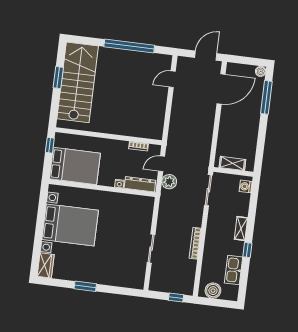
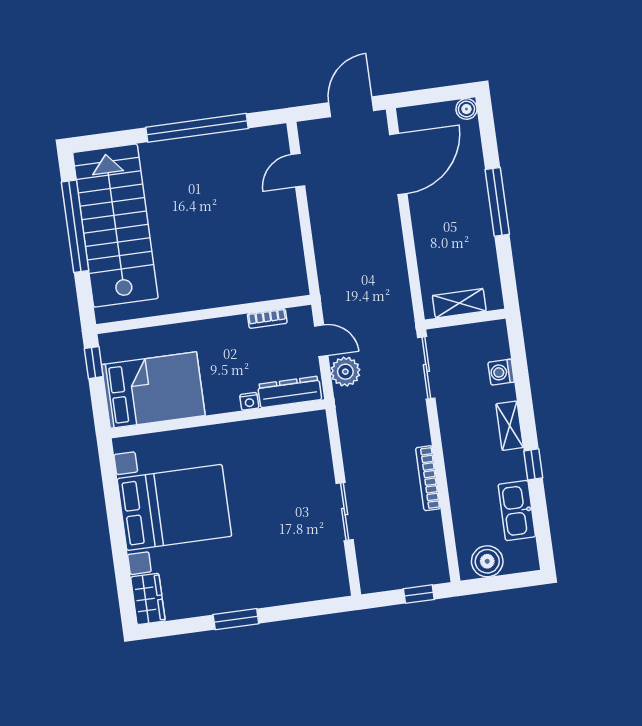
window: (58, 78) -> (75, 226), width x2.11
window: (266, 97) -> (497, 202), moved
door: (162, 164) -> (321, 341), swing flipped
washing machine: (246, 186) -> (501, 372), moved

